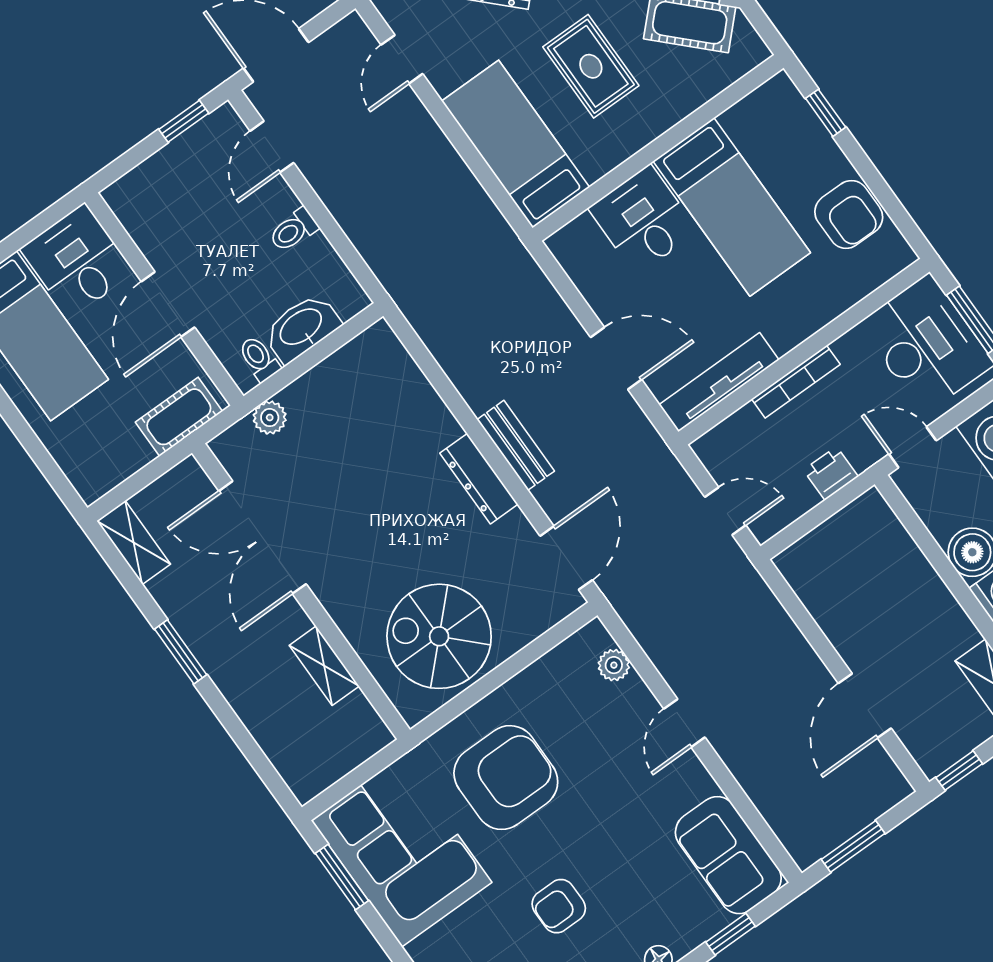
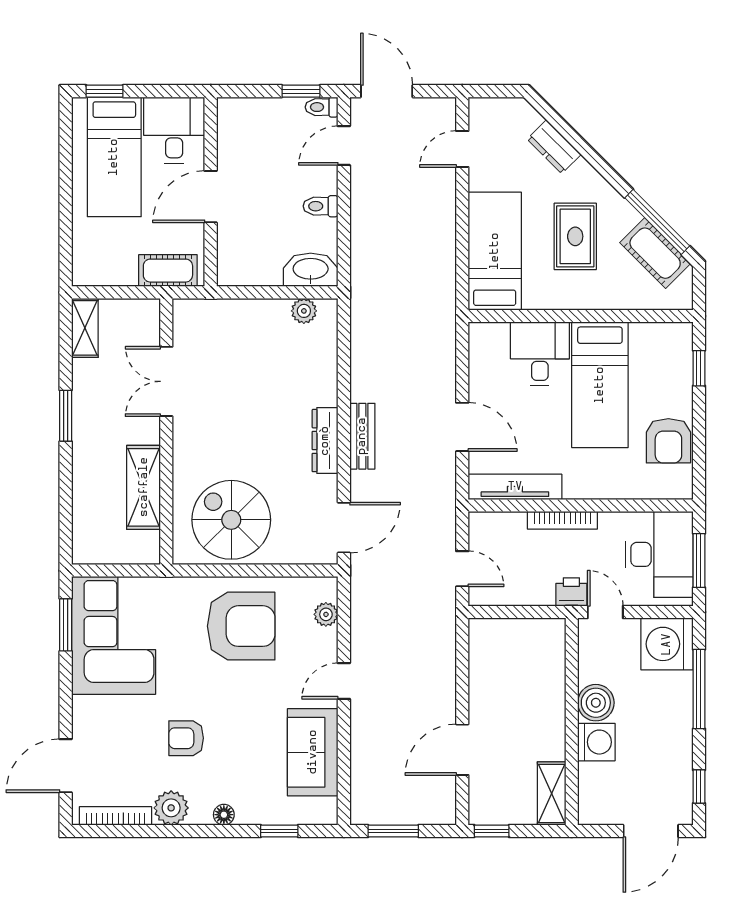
washbasin: (302, 328) -> (311, 270), moved
toilet: (259, 359) -> (322, 107), moved, turned -90
plant: (270, 418) -> (304, 311), moved
printer: (831, 473) -> (571, 592), moved
double door: (263, 537) -> (166, 381), width x0.73
shelving: (324, 666) -> (144, 487), width x1.50, depth x1.33
armchair: (506, 778) -> (241, 626), moved
sofa: (728, 855) -> (313, 752), moved

